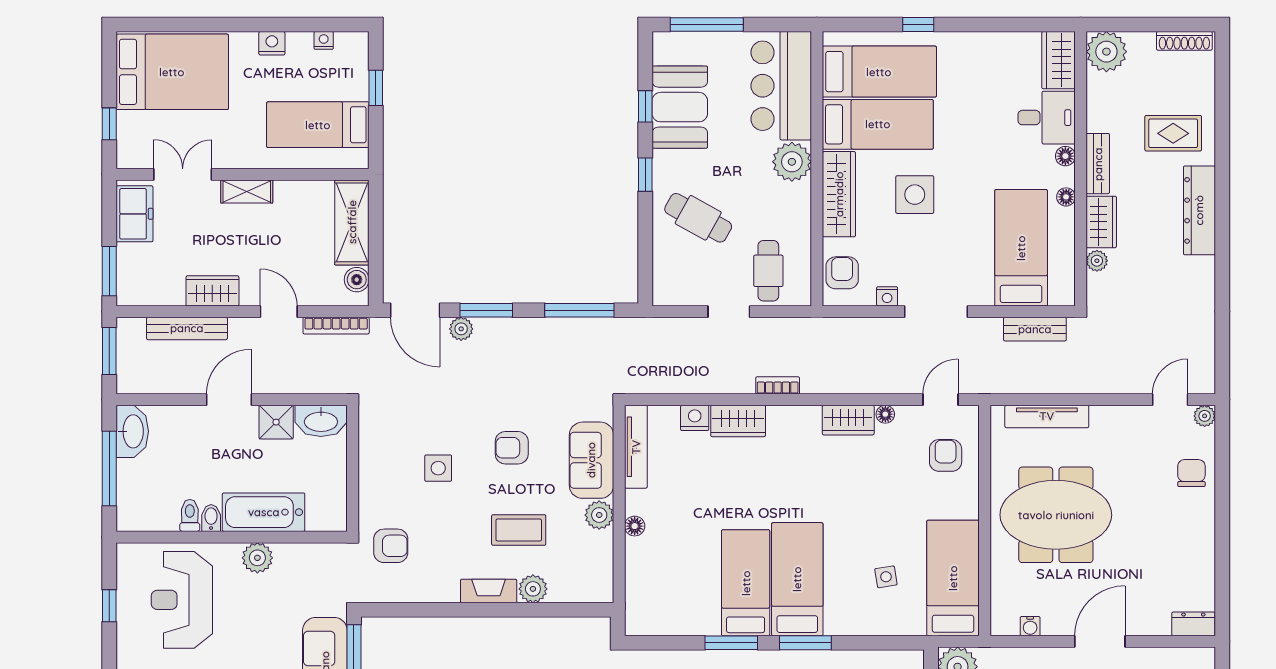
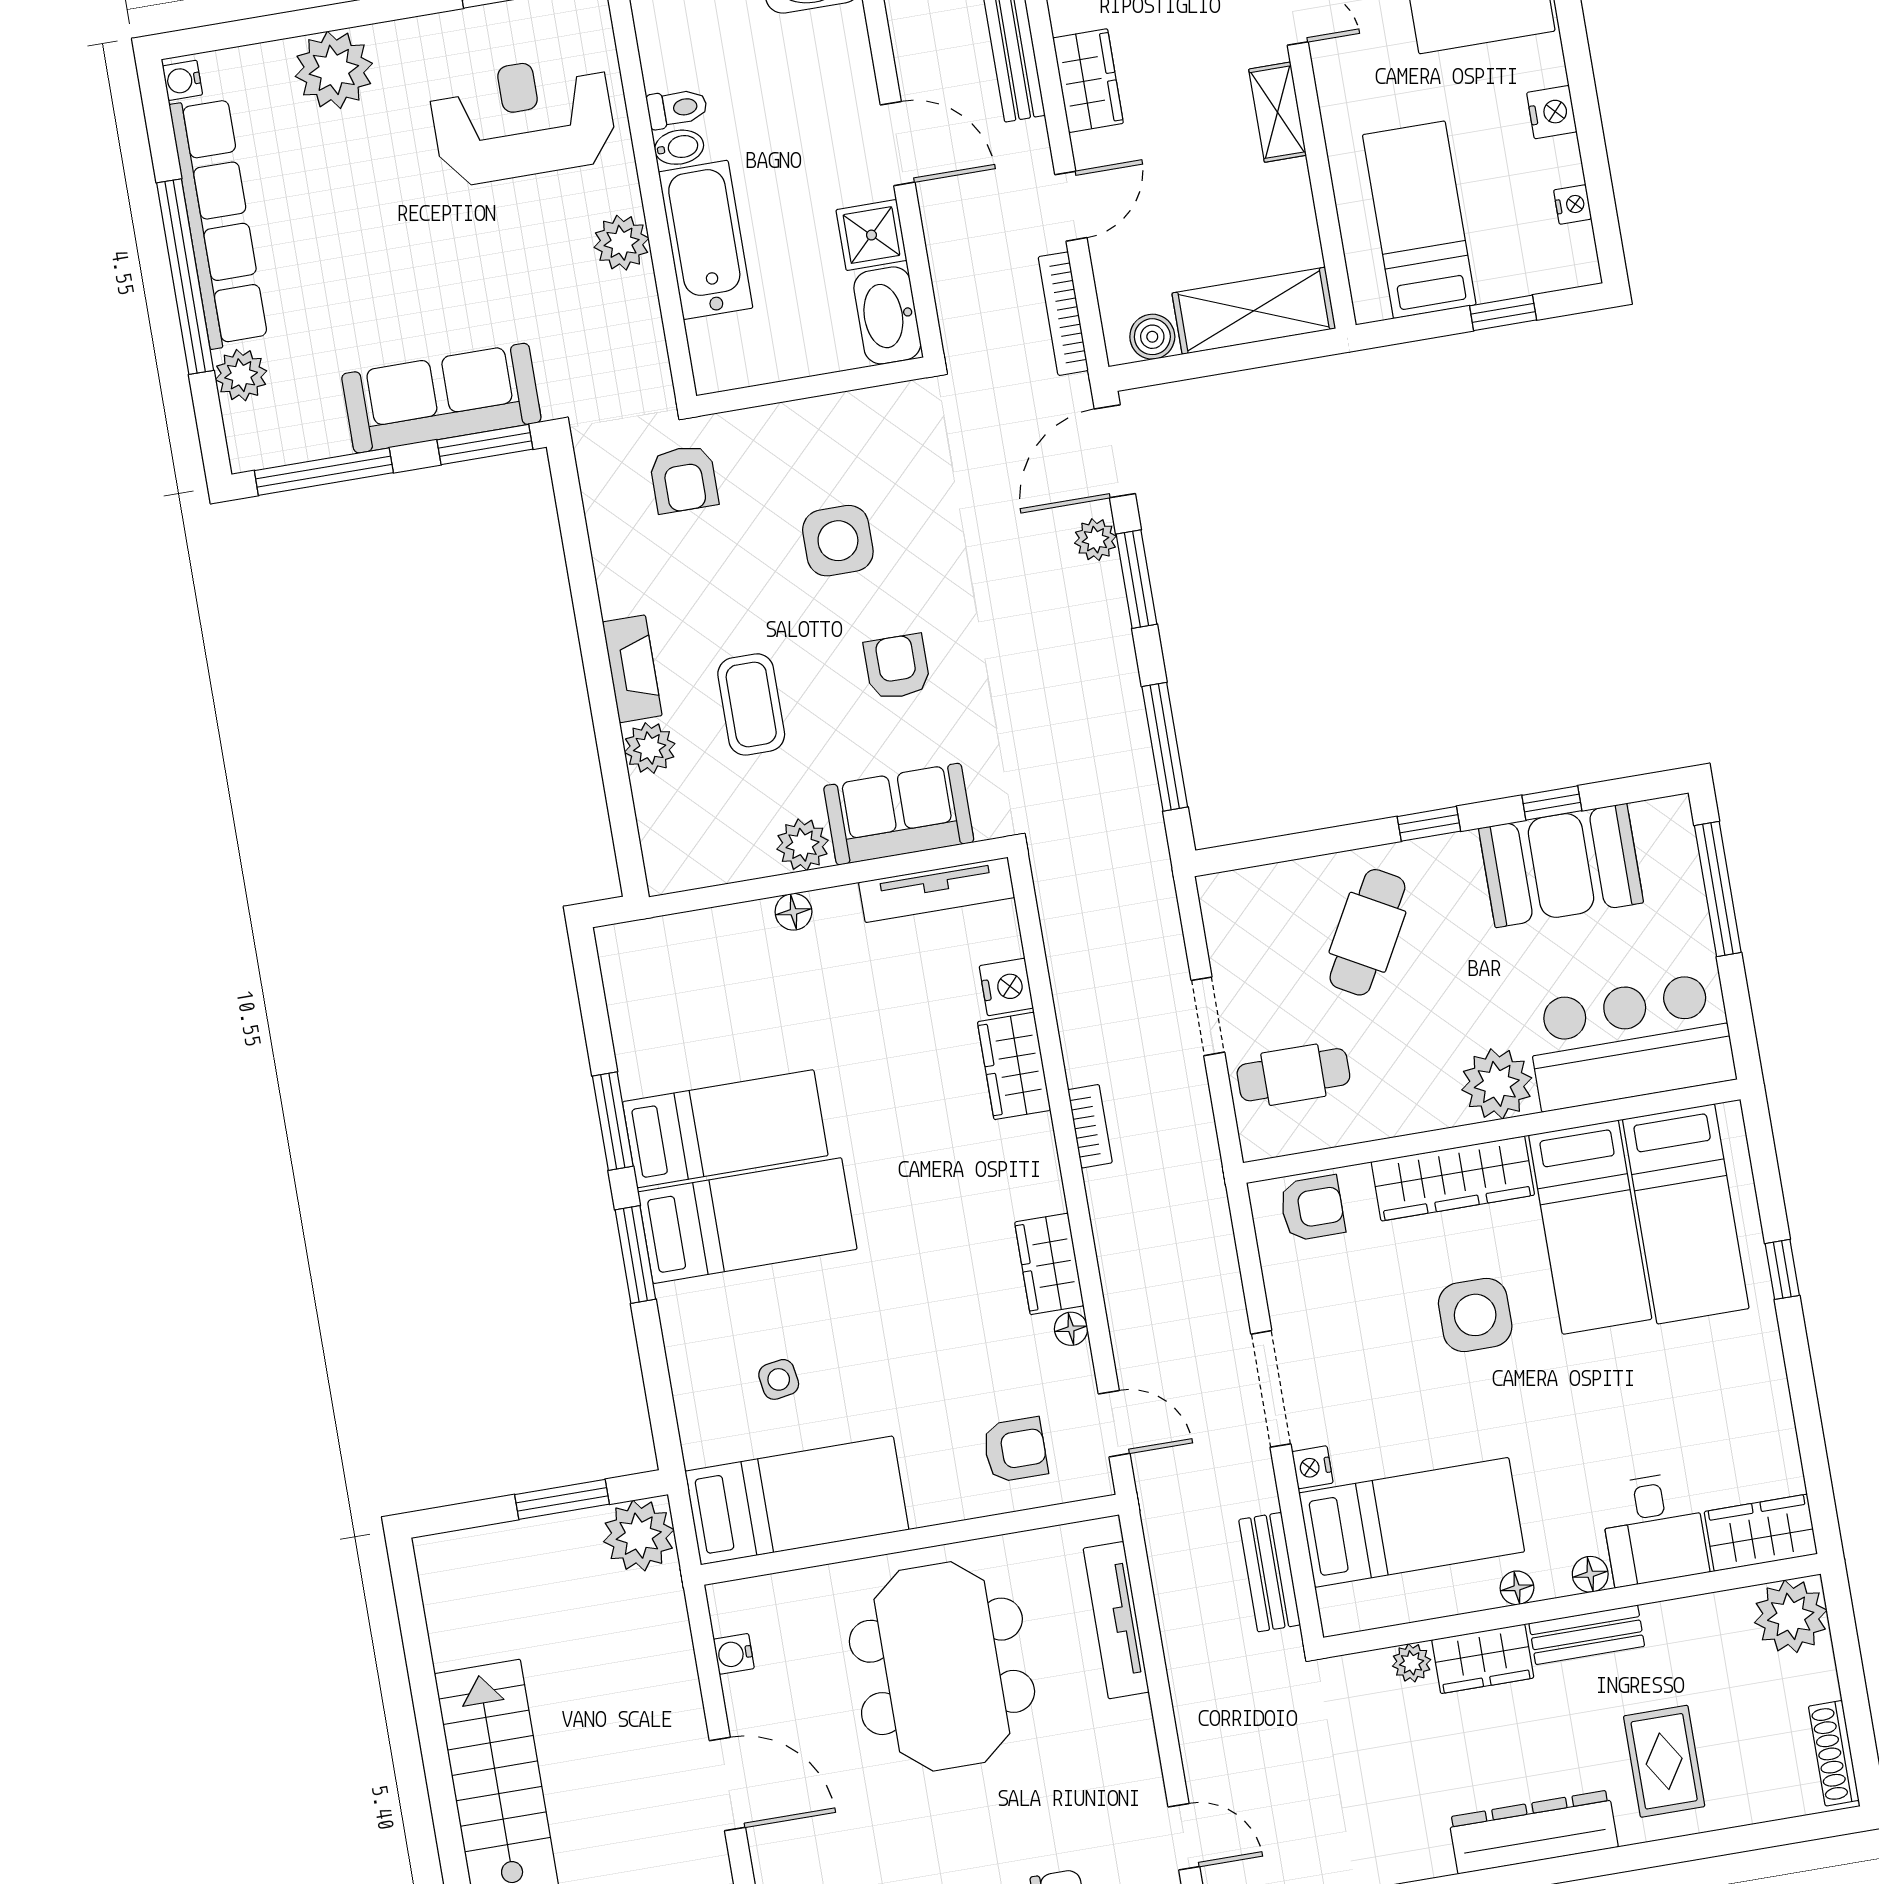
nightstand: (887, 296) -> (1312, 1467), moved
side table: (438, 468) -> (838, 541), width x1.37, depth x1.37

